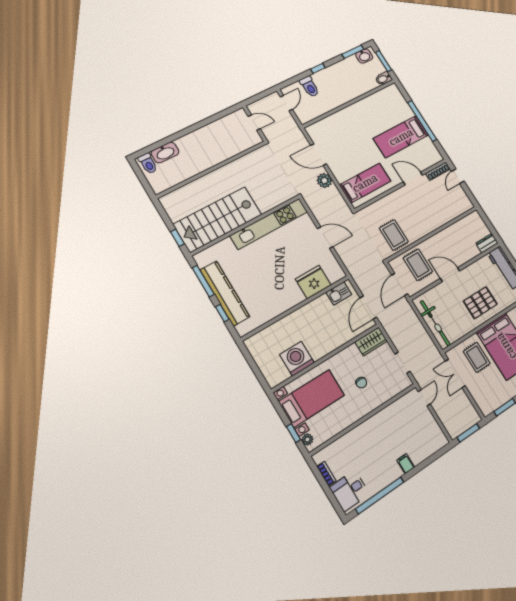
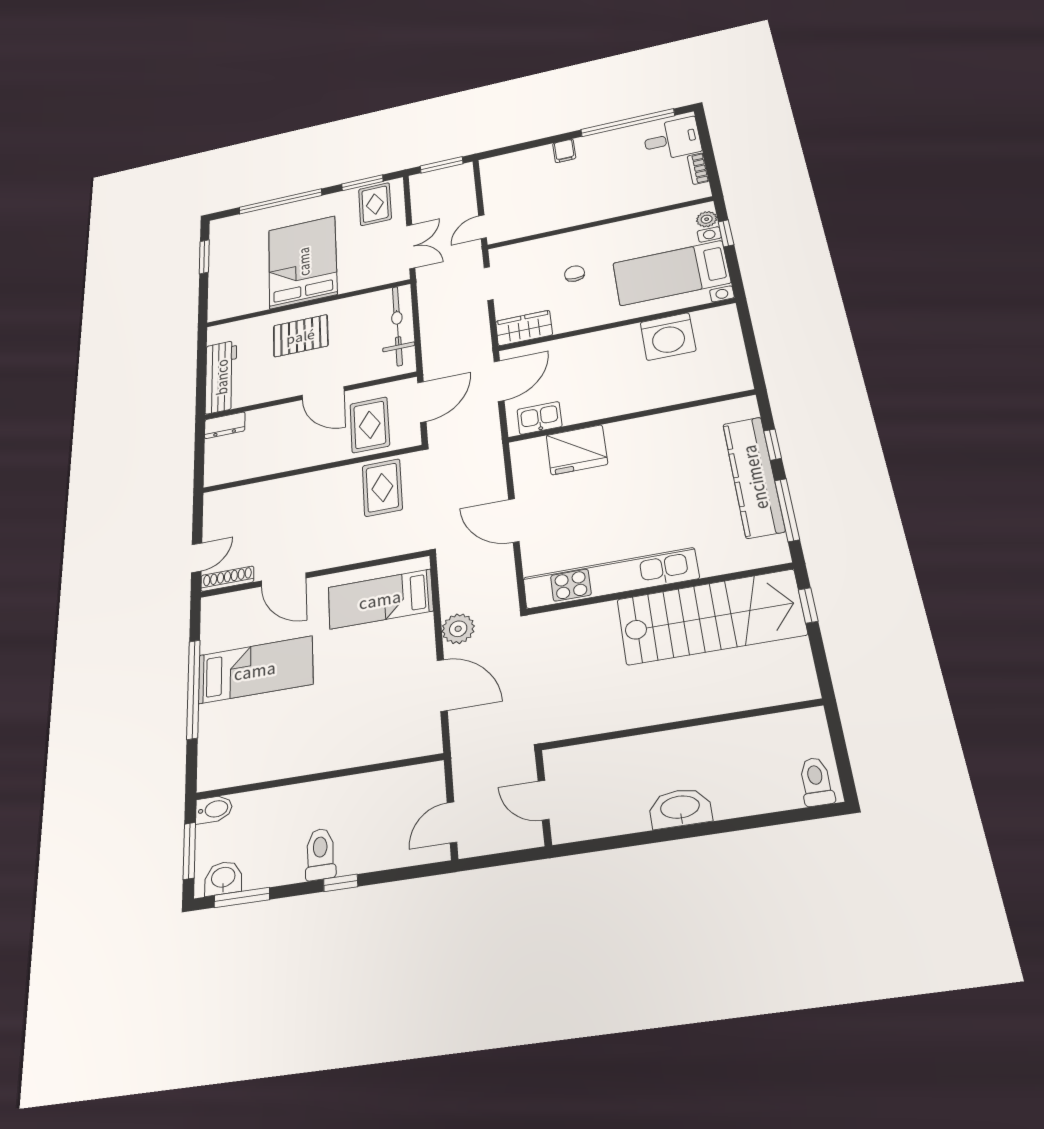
toilet: (309, 87) -> (320, 854), moved
washbasin: (165, 152) -> (680, 808), moved
rug: (477, 357) -> (375, 204), moved

